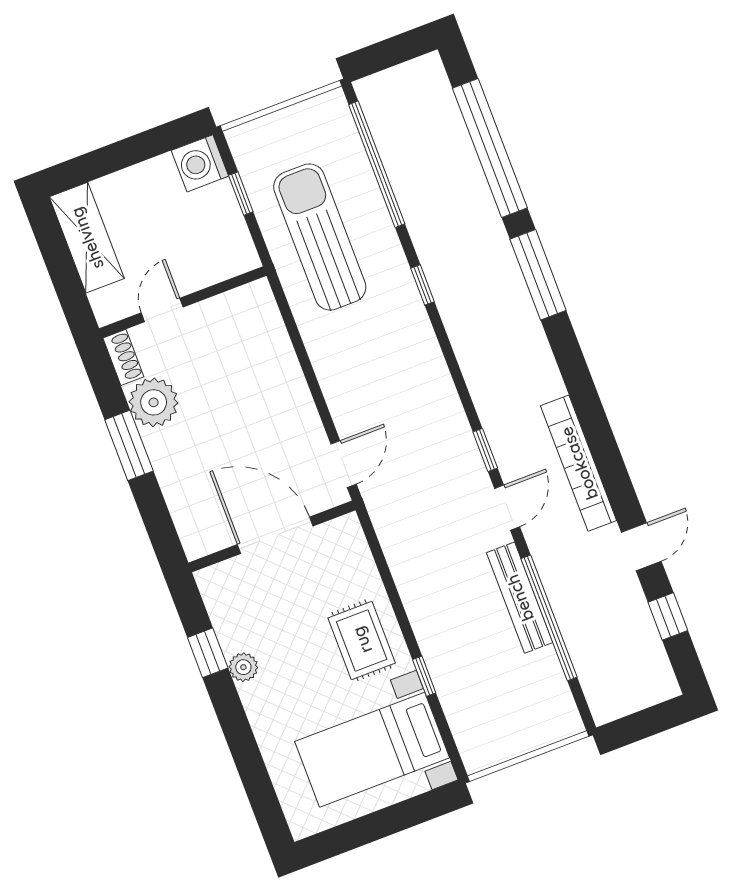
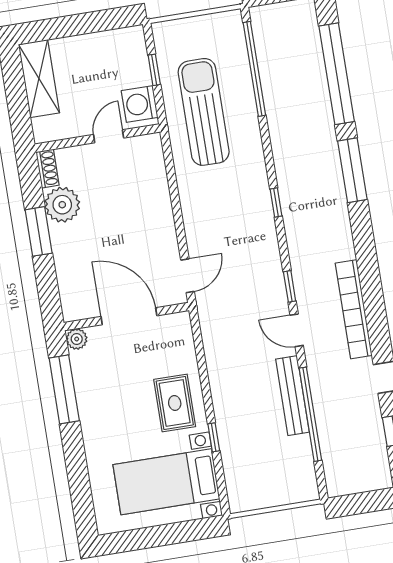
washing machine: (200, 163) -> (140, 104), moved
window: (422, 285) -> (276, 202), moved
door: (162, 310) -> (109, 136), moved
door: (507, 508) -> (297, 330), swing flipped
window: (208, 653) -> (64, 389), width x2.17
plant: (243, 667) -> (77, 339), moved

